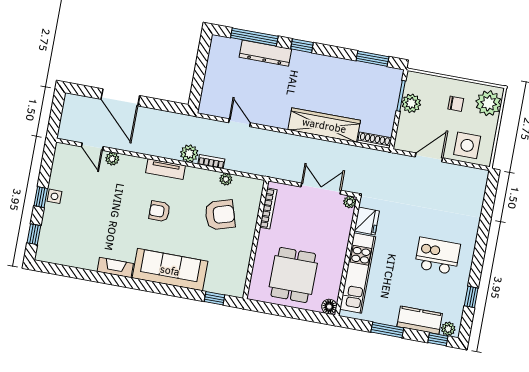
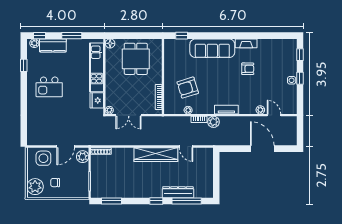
plant: (411, 103) -> (83, 157), moved
wardrobe: (324, 125) -> (156, 155), moved
armchair: (159, 211) -> (248, 69), moved

